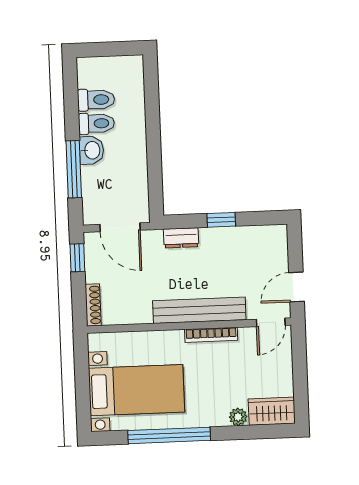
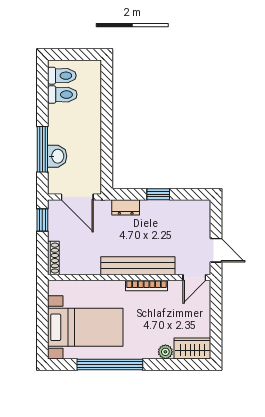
toilet: (96, 123) -> (62, 76), moved
washbasin: (92, 150) -> (57, 156), moved
door: (296, 287) -> (216, 250), swing flipped

